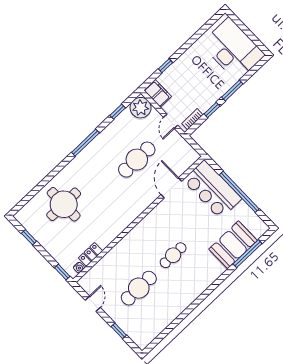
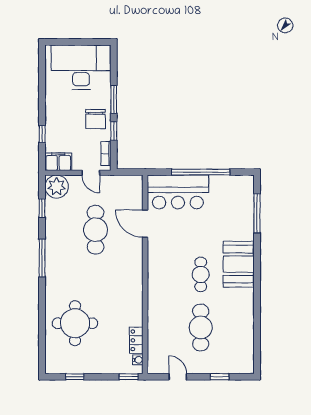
chair: (208, 91) -> (96, 119), added
booth: (233, 245) -> (239, 264), moved

